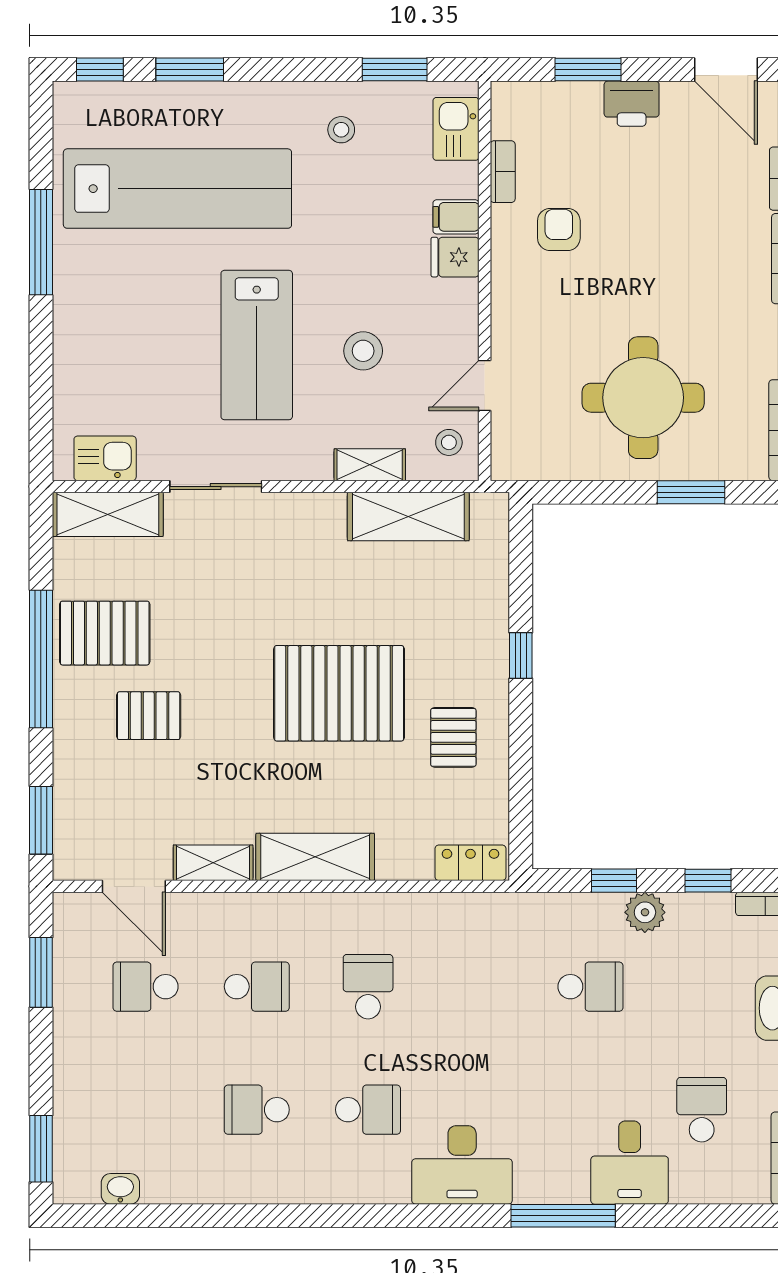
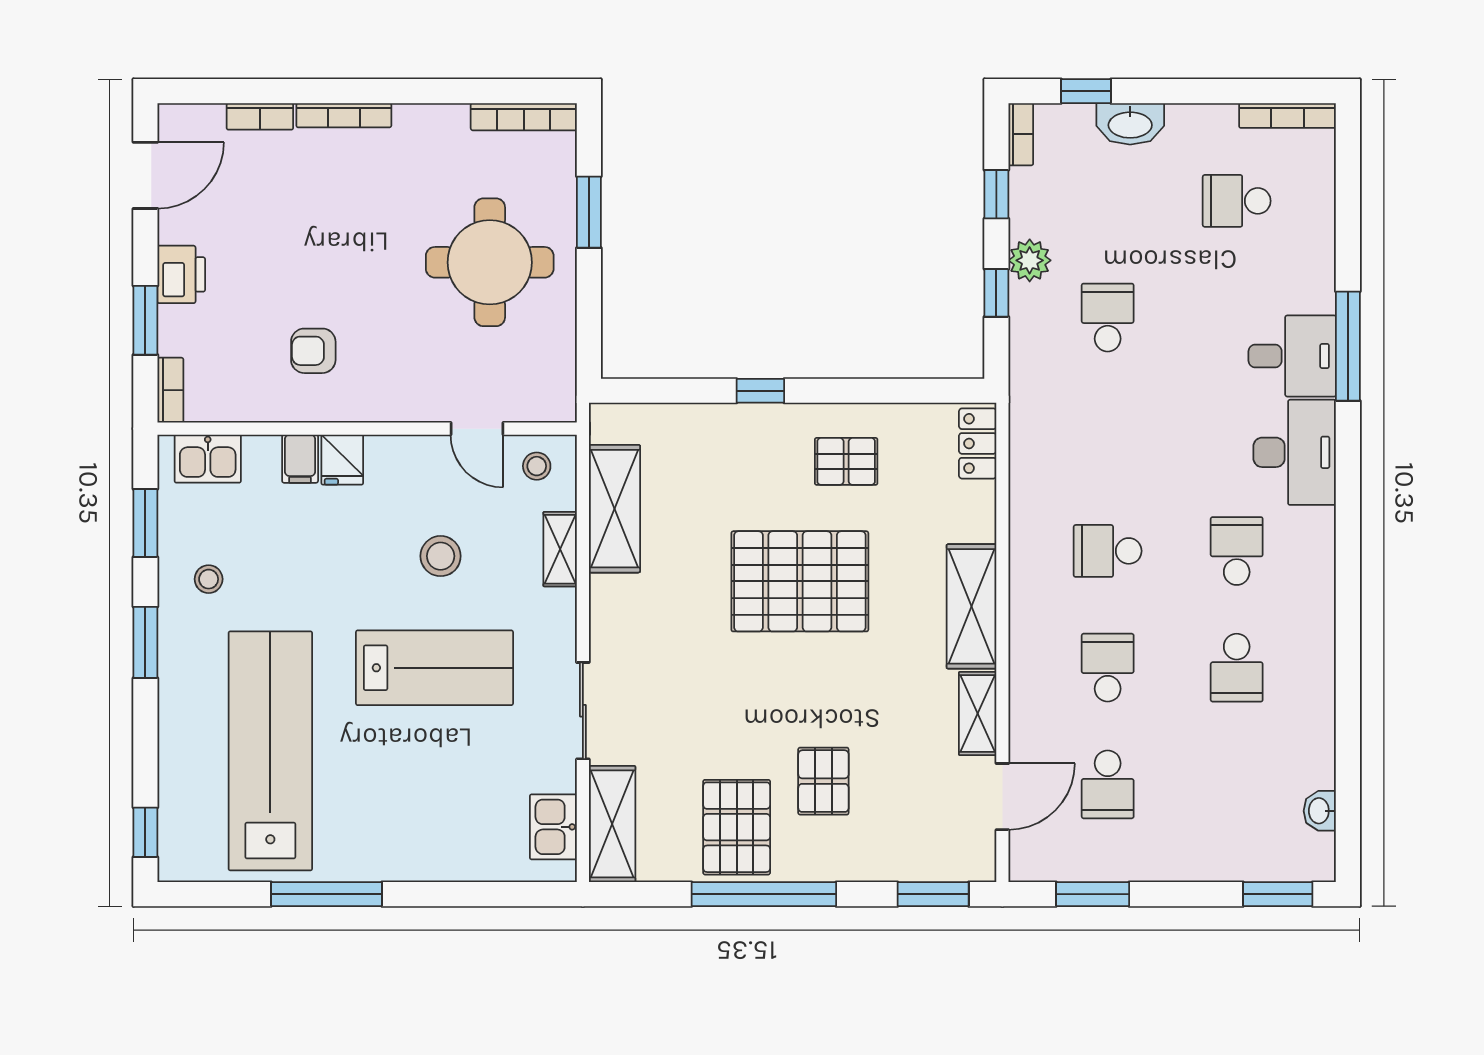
window: (190, 70) -> (145, 642), moved
bookcase: (503, 172) -> (170, 390), moved, turned 90
pallet: (339, 693) -> (800, 581), turned 90
desk: (630, 1163) -> (1292, 356), moved

